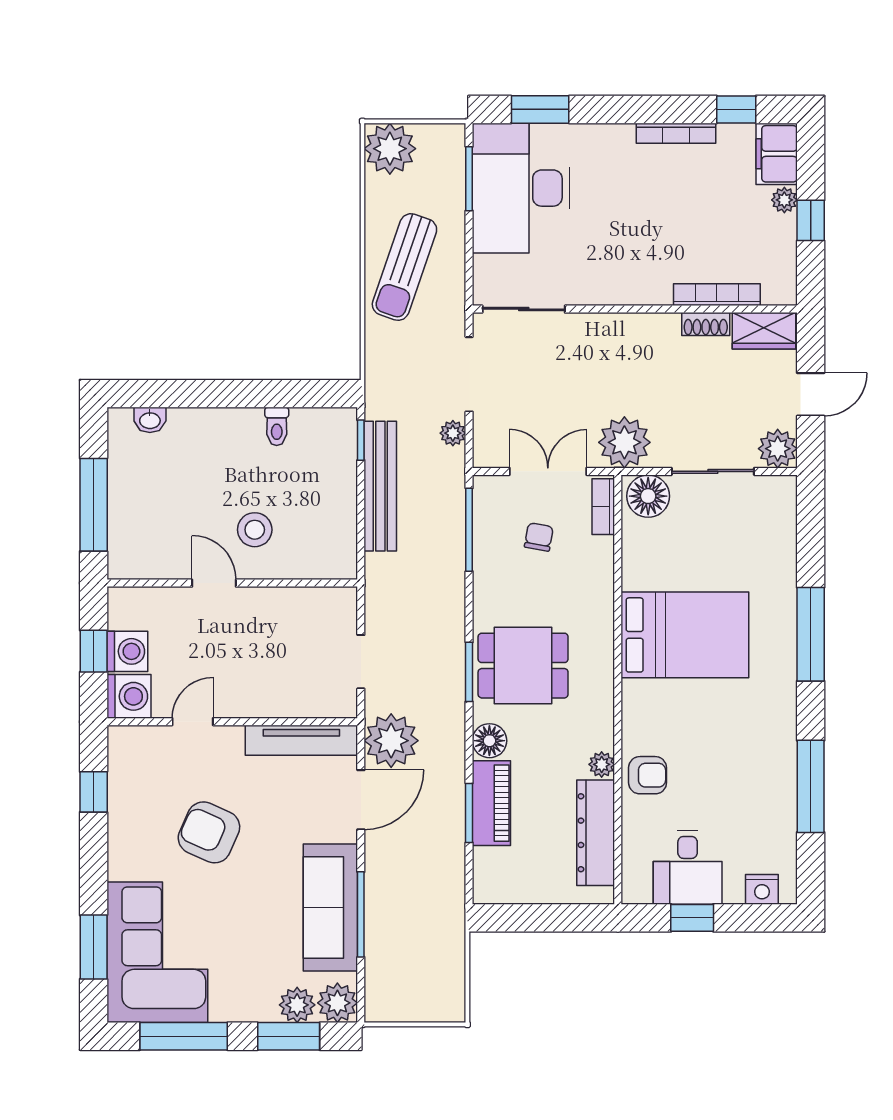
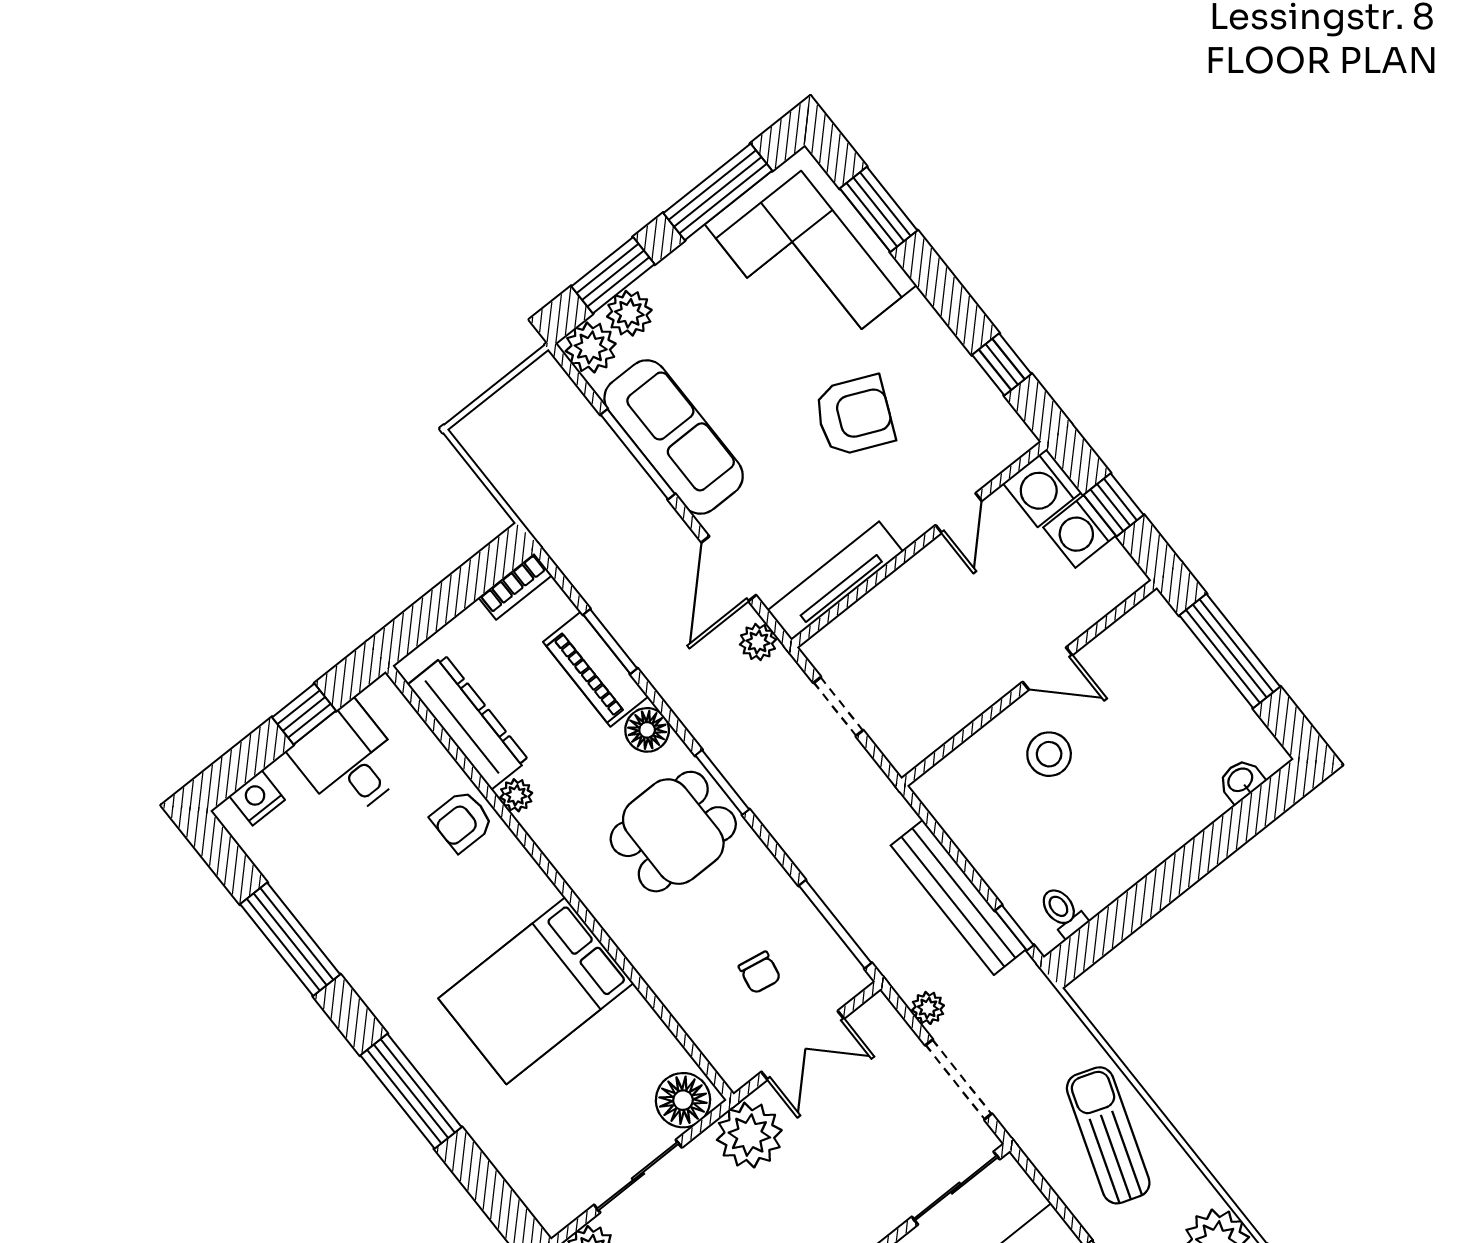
toilet: (277, 426) -> (1063, 912), moved
bookcase: (603, 507) -> (515, 586), moved, turned 90
plant: (391, 741) -> (758, 642), width x0.53, depth x0.53

